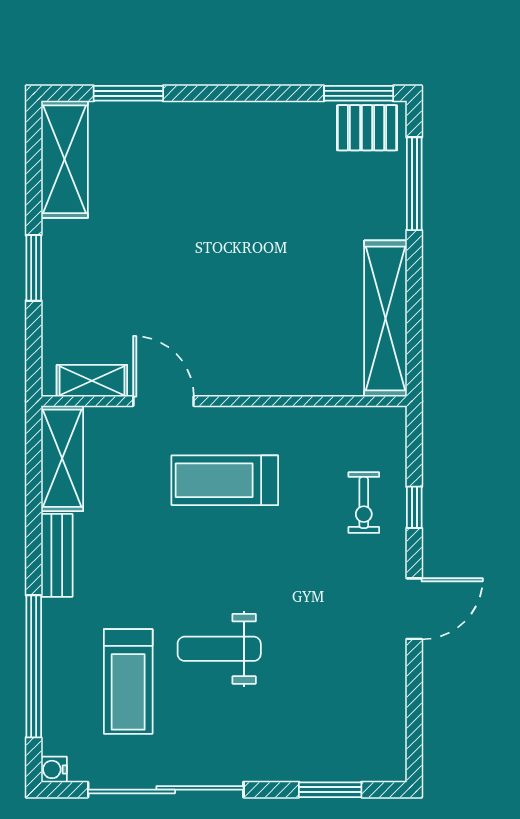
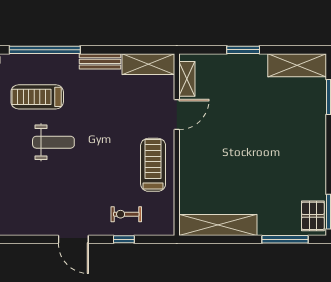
treadmill: (225, 480) -> (153, 165), moved
weight bench: (219, 649) -> (53, 142), turned 90

